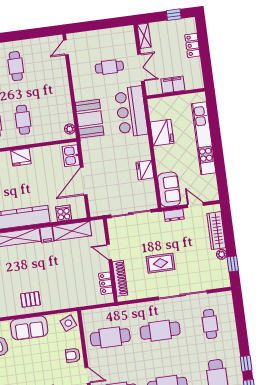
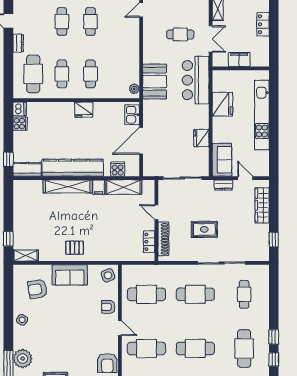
plant: (222, 254) -> (264, 229), removed

